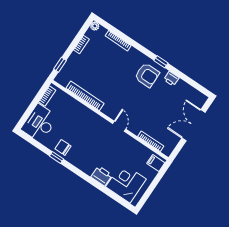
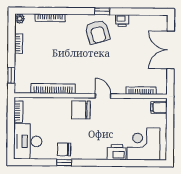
armchair: (147, 75) -> (98, 32), turned 74
chair: (95, 126) -> (81, 110), added

